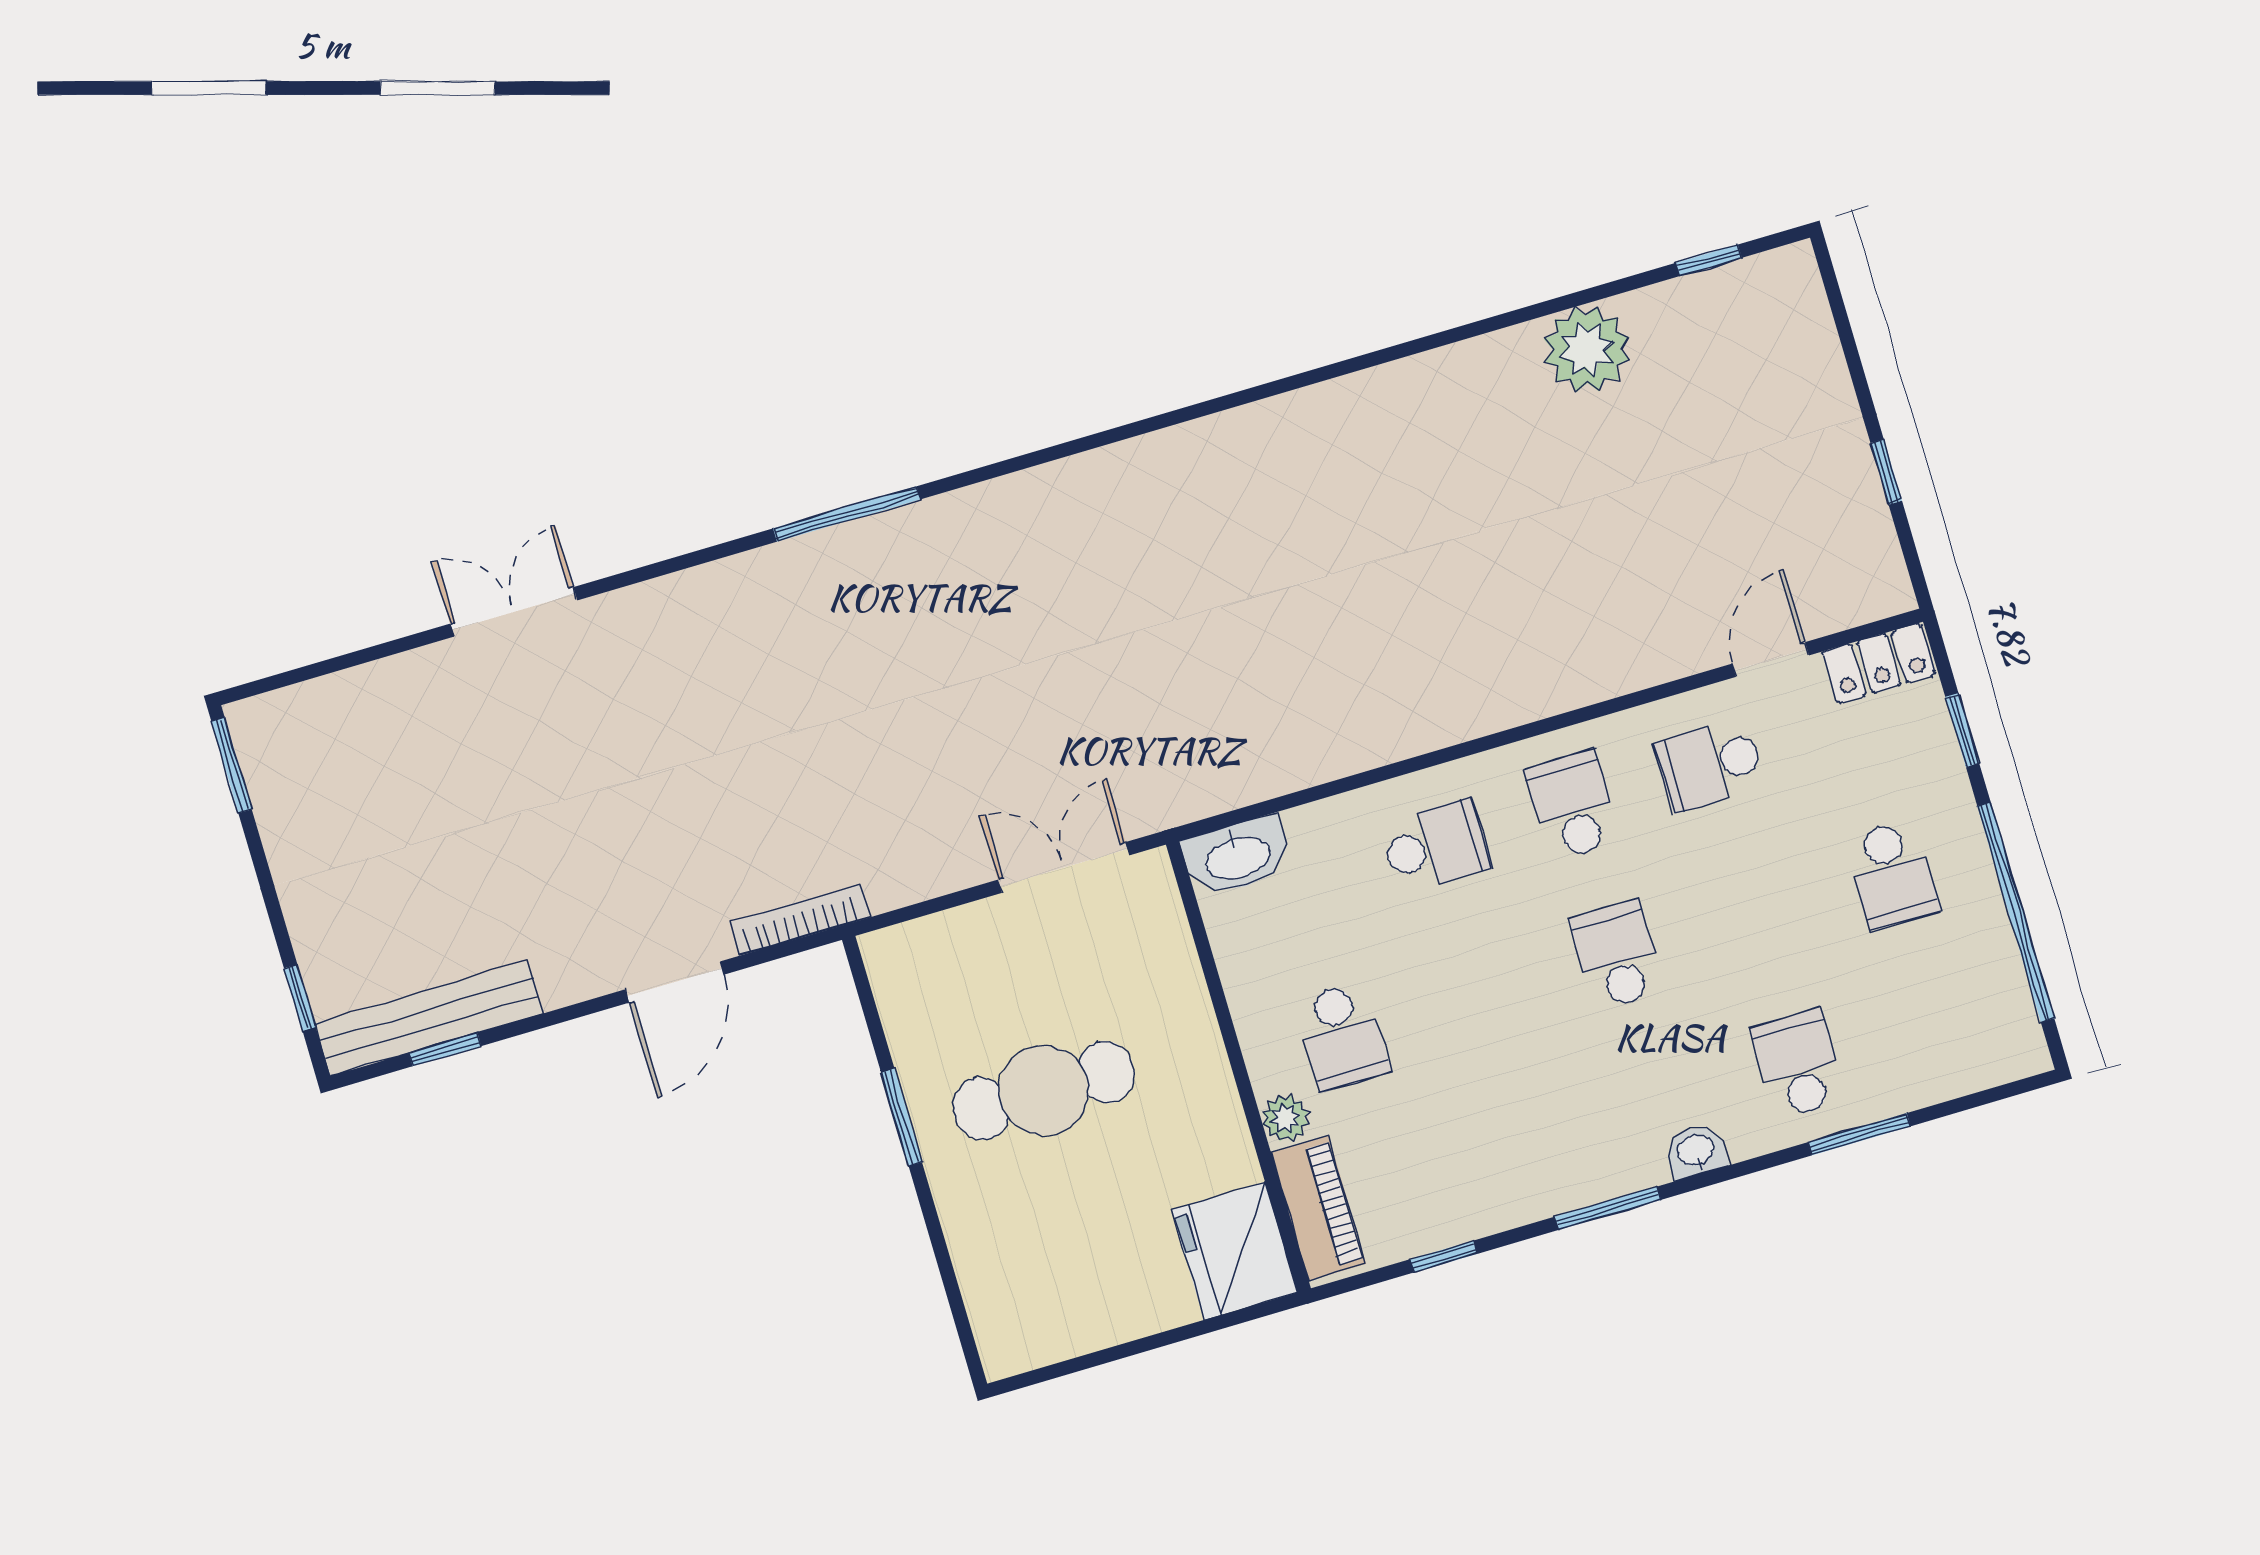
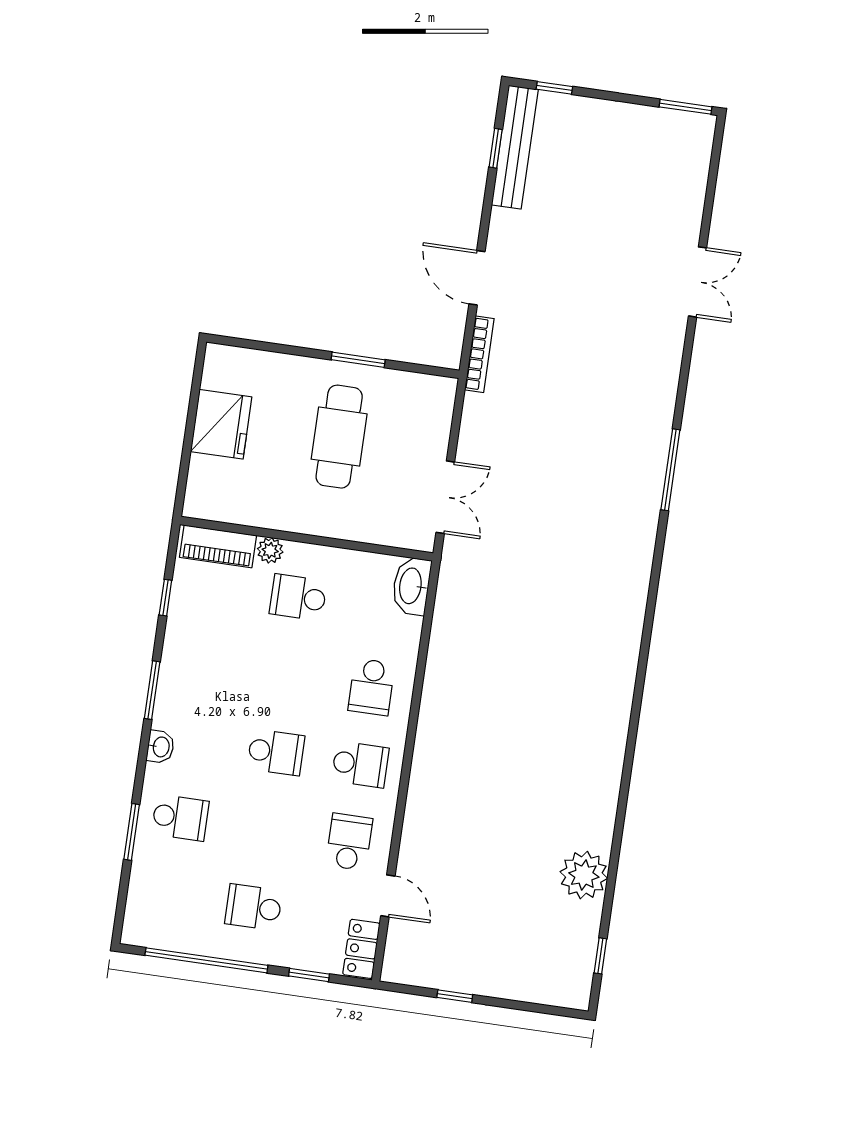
fridge: (1235, 1251) -> (221, 424), moved, turned 90

